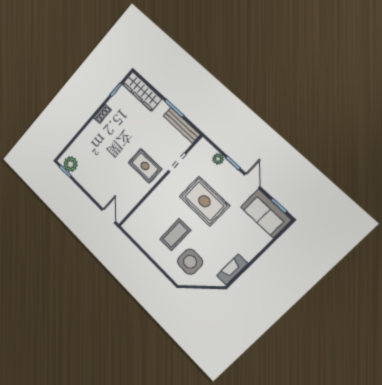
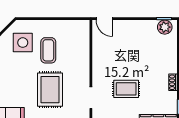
rug: (145, 166) -> (126, 89), moved
rug: (204, 201) -> (50, 90), turned 90

